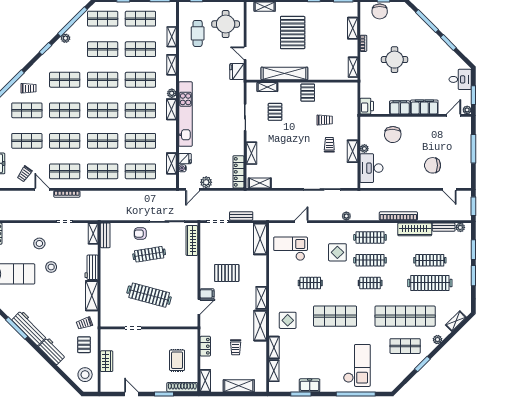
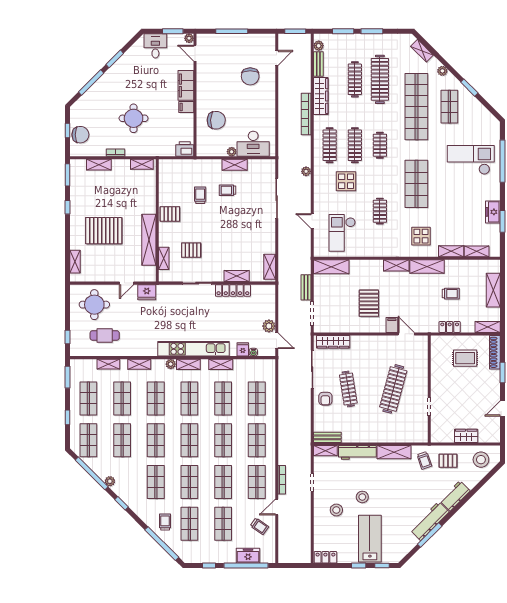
filing cabinet: (400, 107) -> (186, 107), width x0.50
shelving: (171, 163) -> (221, 364), moved
locker: (238, 172) -> (233, 290), moved
workbench: (92, 267) -> (357, 452), width x1.38

